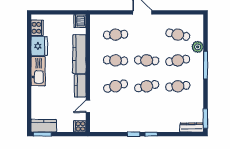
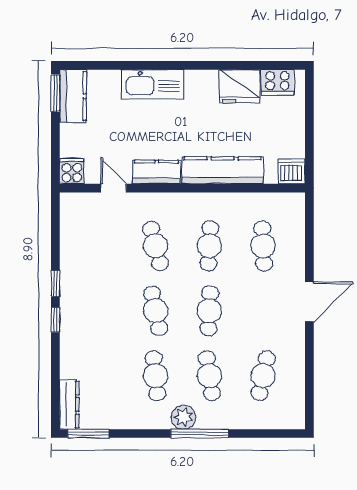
plant: (198, 47) -> (183, 417), moved
kitchen sink: (38, 71) -> (152, 84), moved

